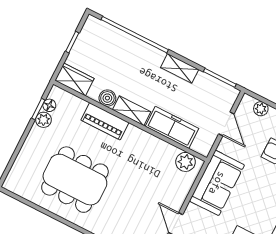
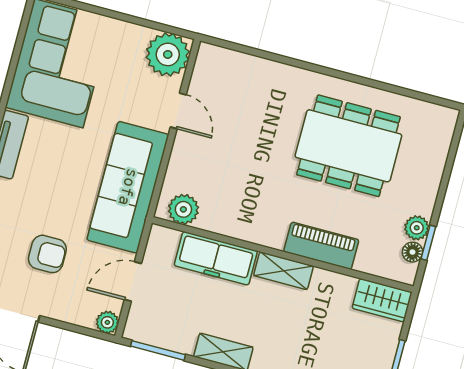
boiler: (107, 98) -> (325, 282), removed
plant: (261, 109) -> (107, 322), moved
door: (226, 124) -> (133, 282), hinge flipped
sofa: (217, 183) -> (128, 187), width x1.36

